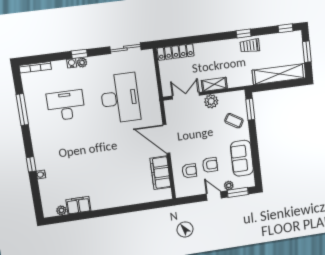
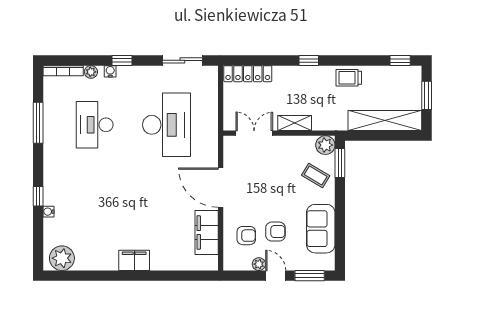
window: (244, 34) -> (309, 60), moved
plant: (82, 62) -> (91, 72), moved
plant: (211, 101) -> (325, 145), moved
desk: (66, 105) -> (95, 125), turned -90
plant: (229, 186) -> (259, 264), moved
filing cabinet: (78, 205) -> (134, 260), moved
plant: (61, 210) -> (62, 258), width x1.88, depth x1.88

